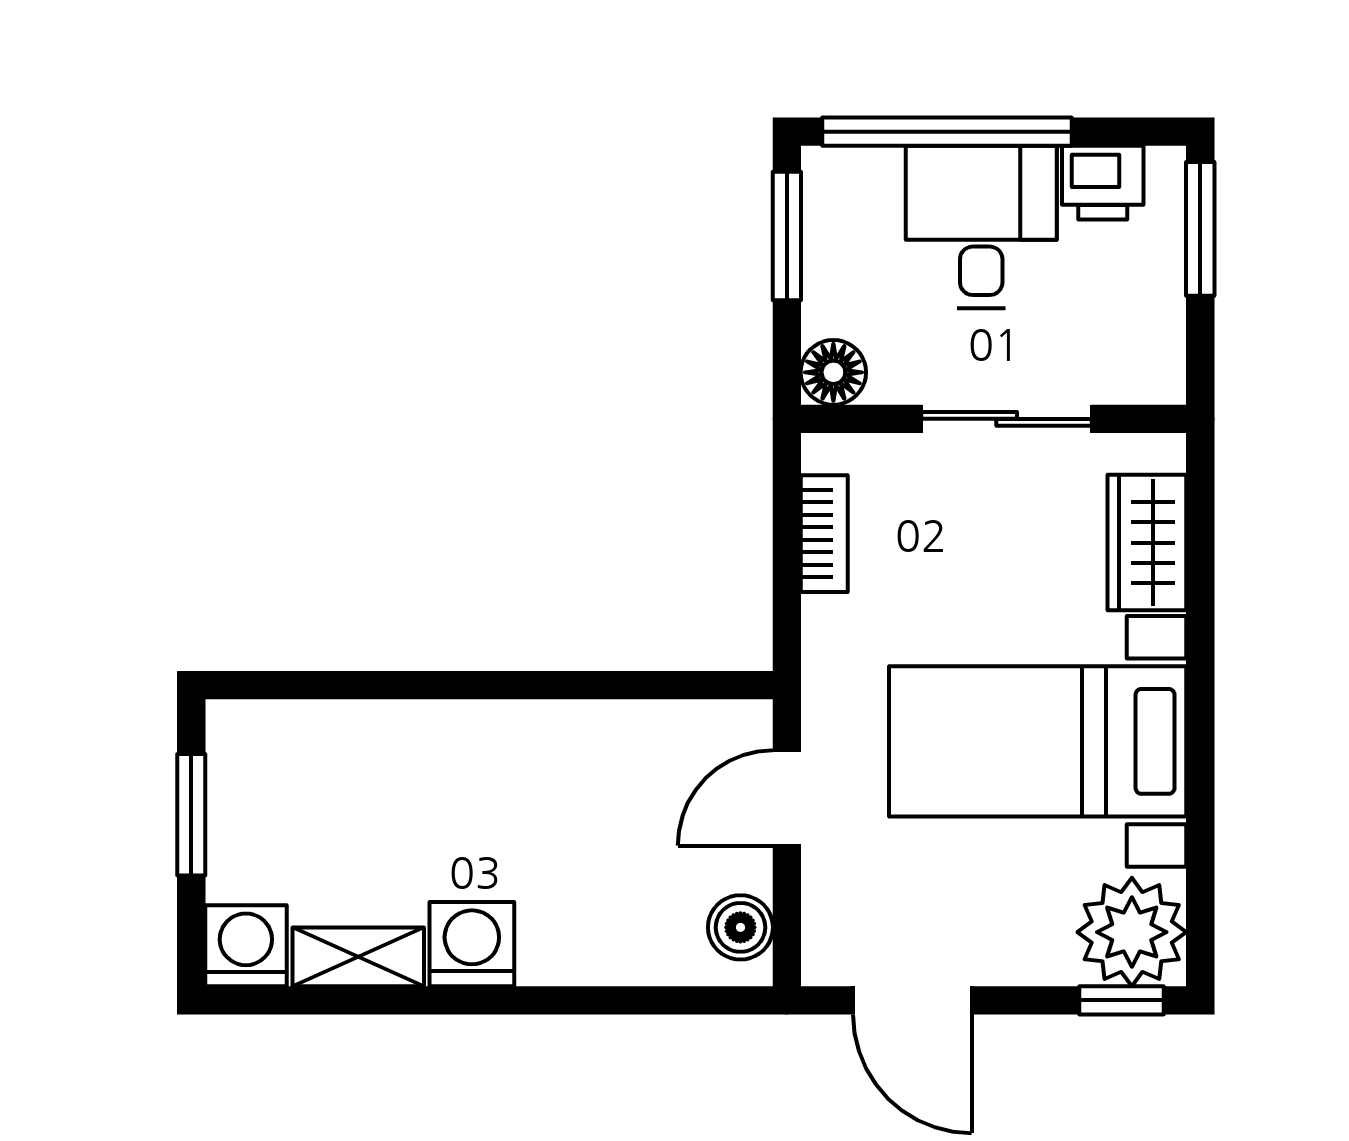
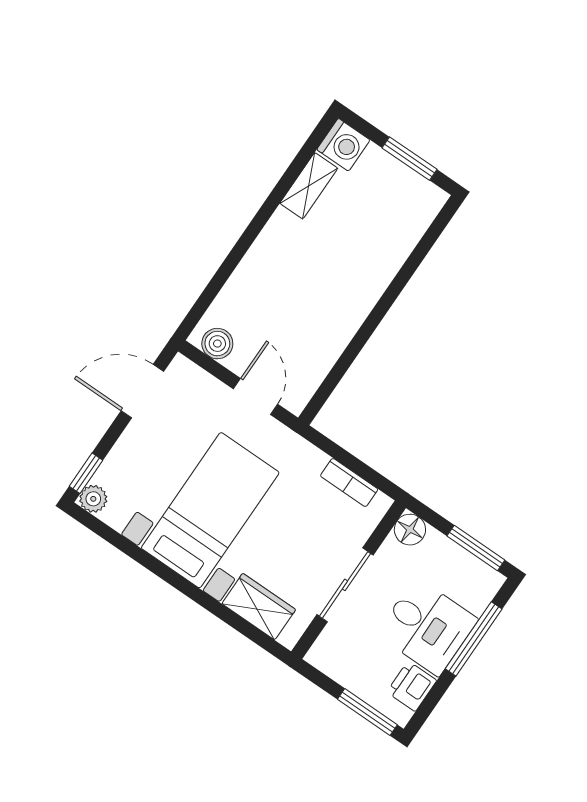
window: (947, 132) -> (474, 639), width x0.68
plant: (1132, 932) -> (93, 499), width x0.53, depth x0.53
washing machine: (472, 944) -> (283, 234), removed

